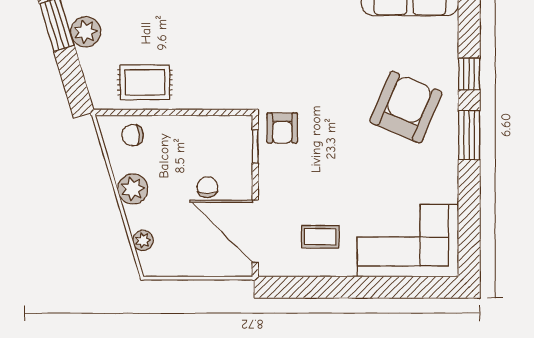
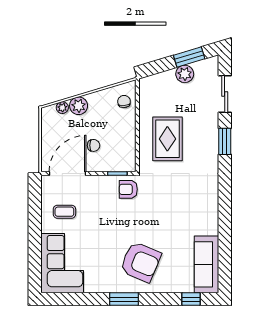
window: (469, 74) -> (191, 299), moved
rug: (145, 82) -> (167, 139), moved, width x1.36, depth x1.43
plant: (133, 189) -> (79, 106), moved
coffee table: (320, 237) -> (64, 212), turned 90

